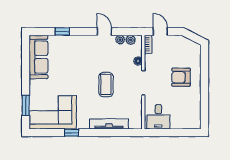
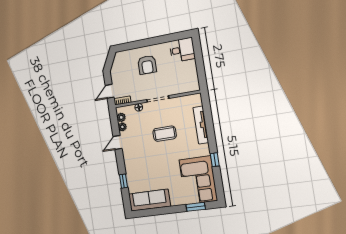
desk: (158, 117) -> (182, 50), moved

